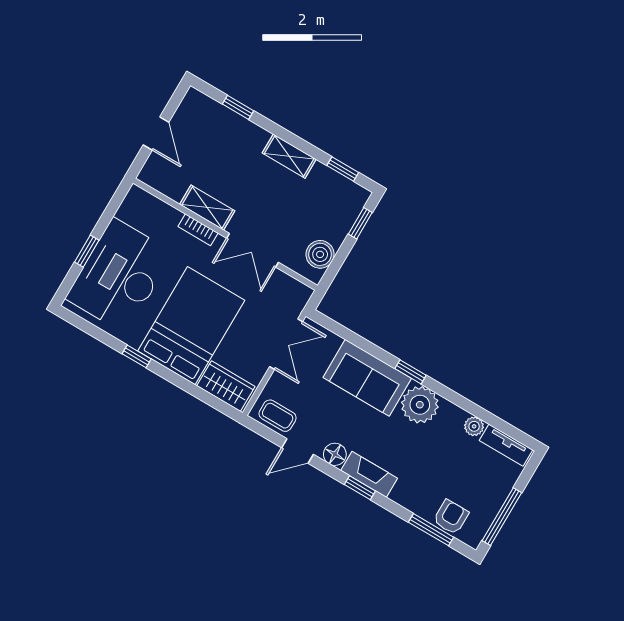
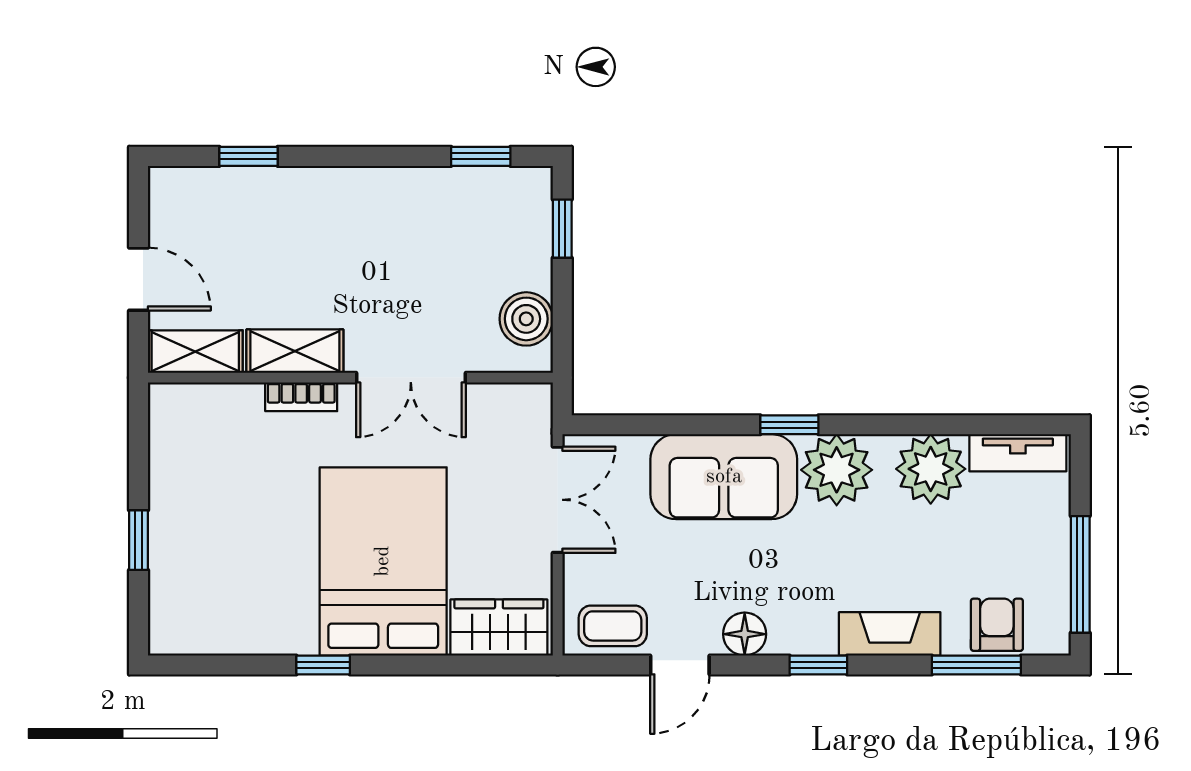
shelving: (289, 156) -> (195, 352), moved
desk: (120, 276) -> (216, 549), removed
plant: (474, 426) -> (931, 469), width x1.88, depth x1.88
fireplace: (369, 474) -> (890, 634), moved

